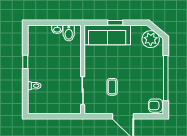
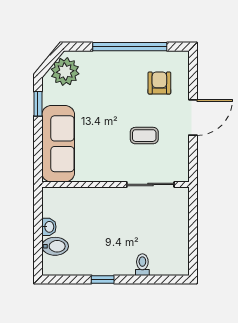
window: (115, 23) -> (38, 104), moved
bidet: (69, 33) -> (55, 246), moved
armchair: (156, 106) -> (159, 83), moved, turned 180

